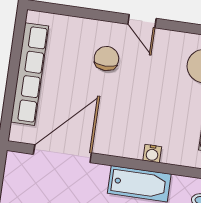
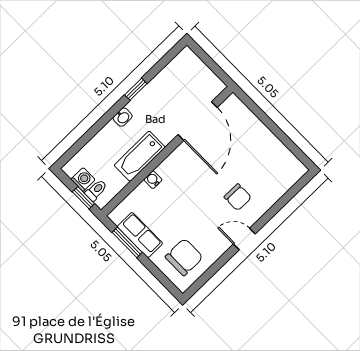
row of seats: (30, 74) -> (266, 139), removed

